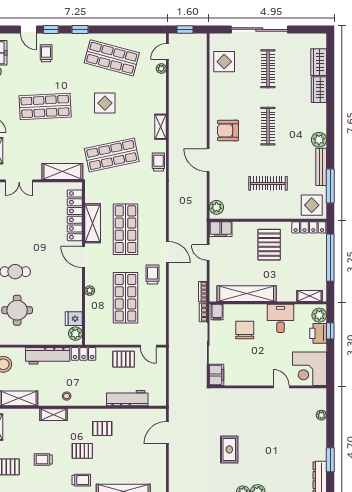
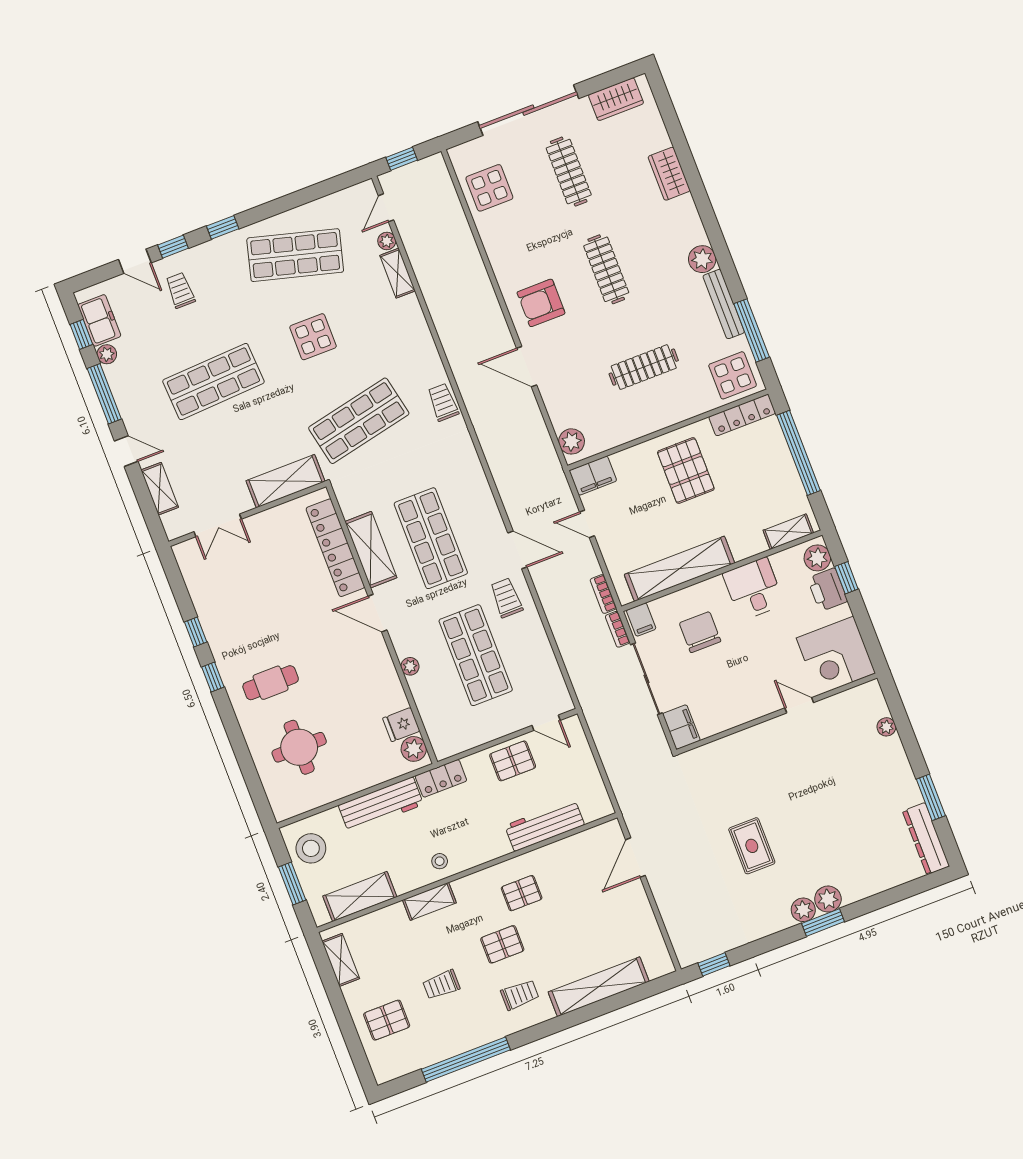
wardrobe: (319, 62) -> (616, 99), moved, turned -90
shelving: (160, 127) -> (398, 273), moved

